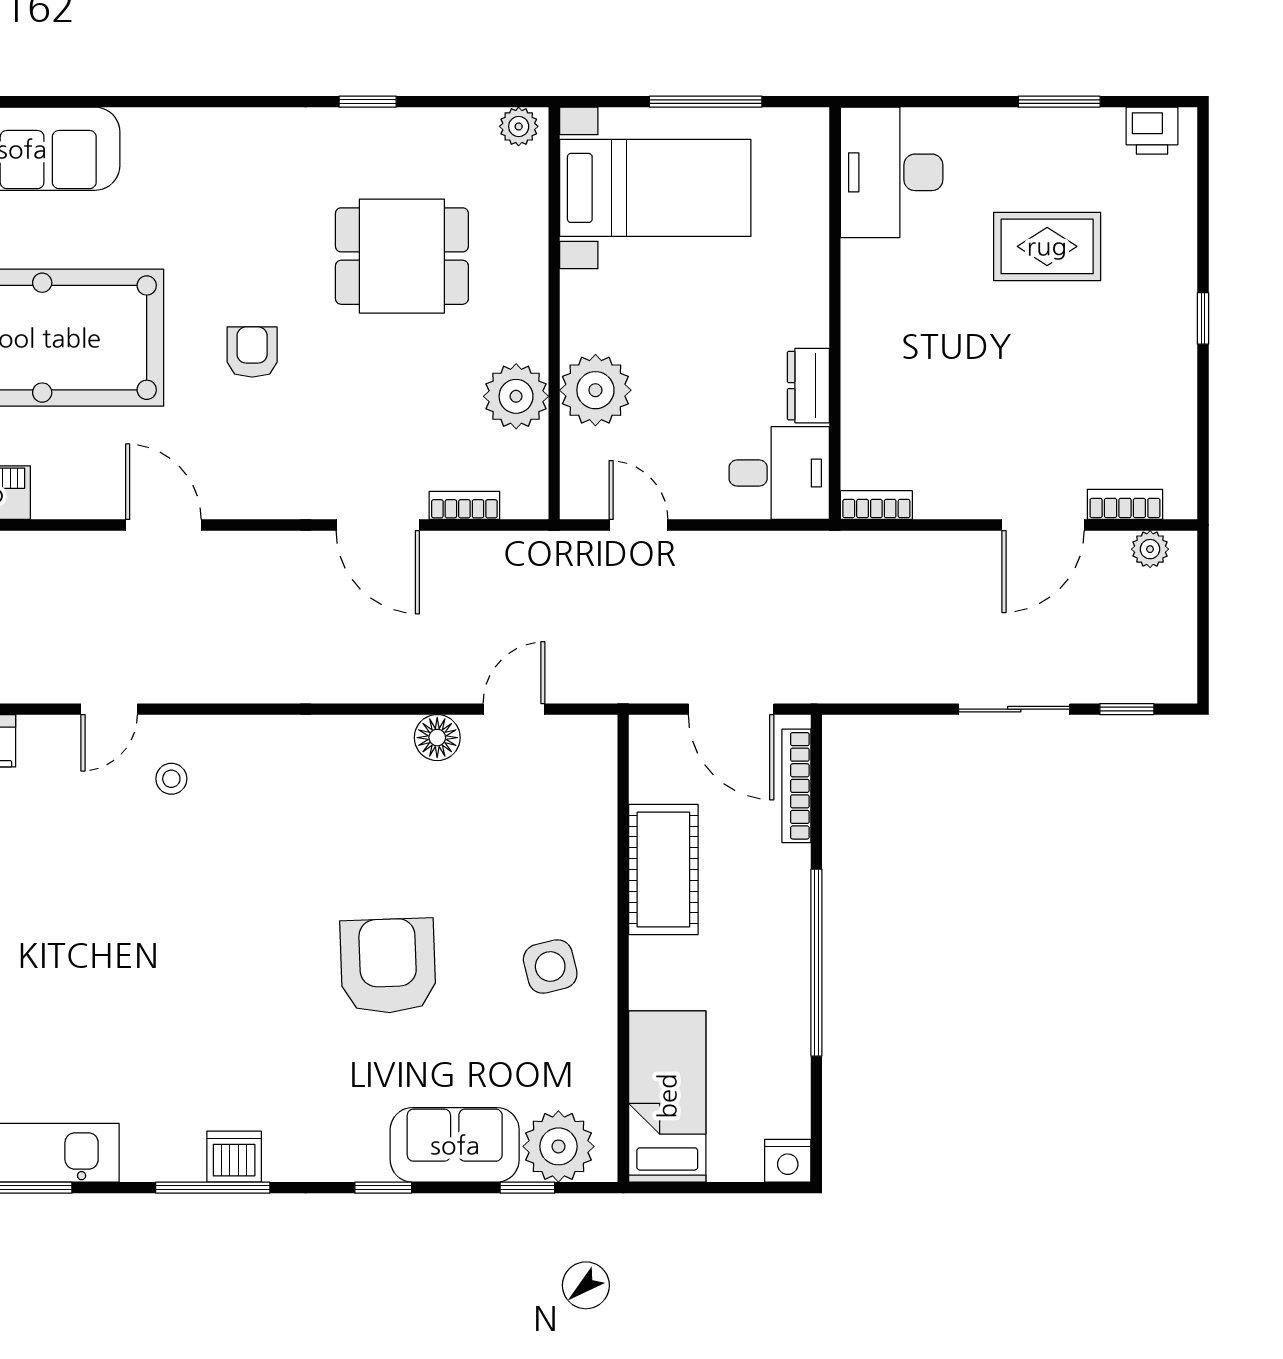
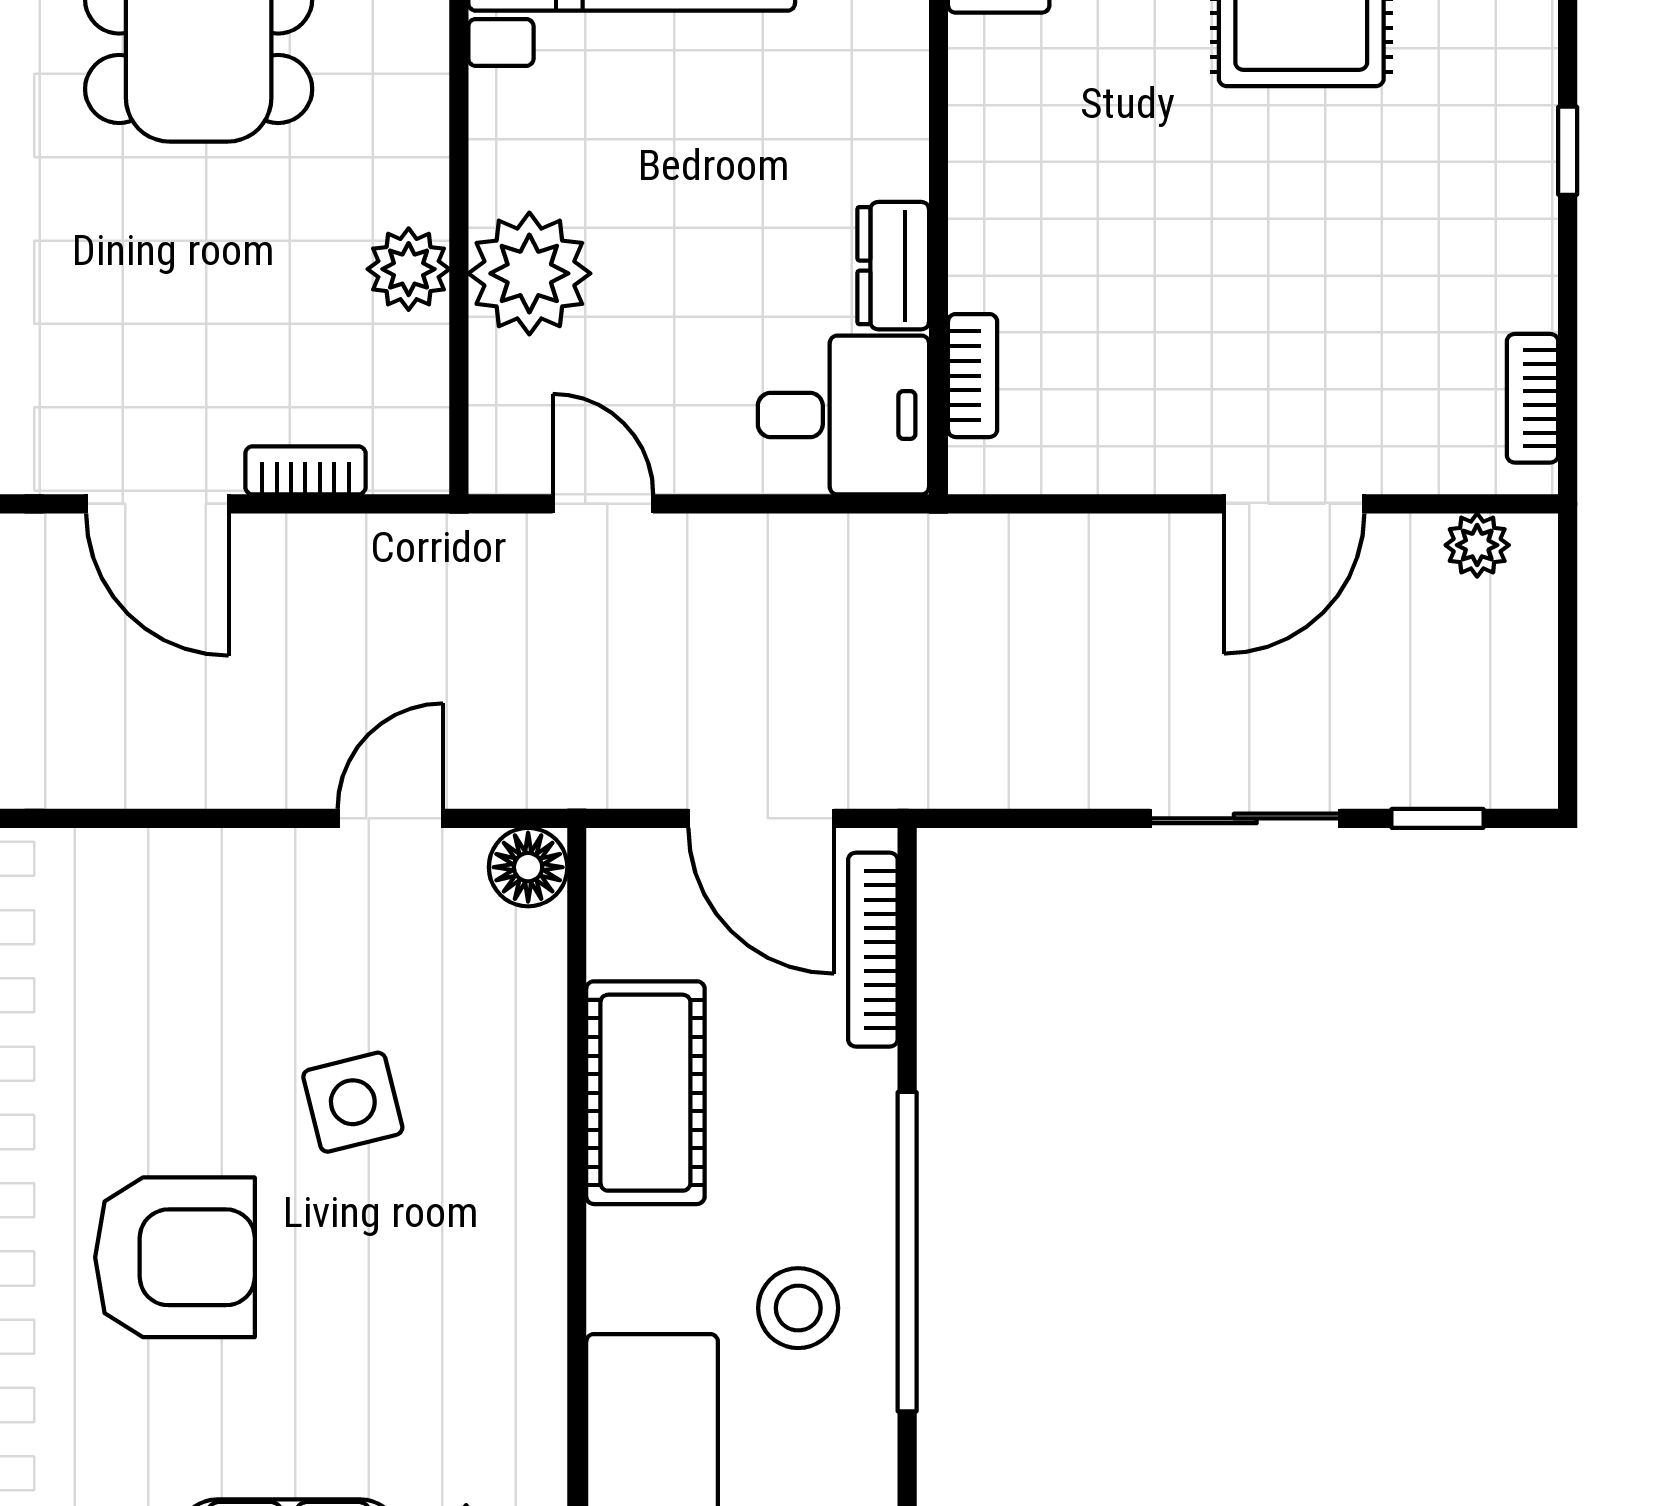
plant: (516, 396) -> (409, 269), width x0.73, depth x0.73
bookcase: (1125, 504) -> (1533, 398), moved, turned -90
bookcase: (876, 505) -> (973, 376), moved, turned 90
floor lamp: (437, 738) -> (528, 867), moved
armchair: (388, 966) -> (175, 1257), turned 92
side table: (550, 966) -> (353, 1102), moved
stool: (753, 996) -> (798, 1308), added

